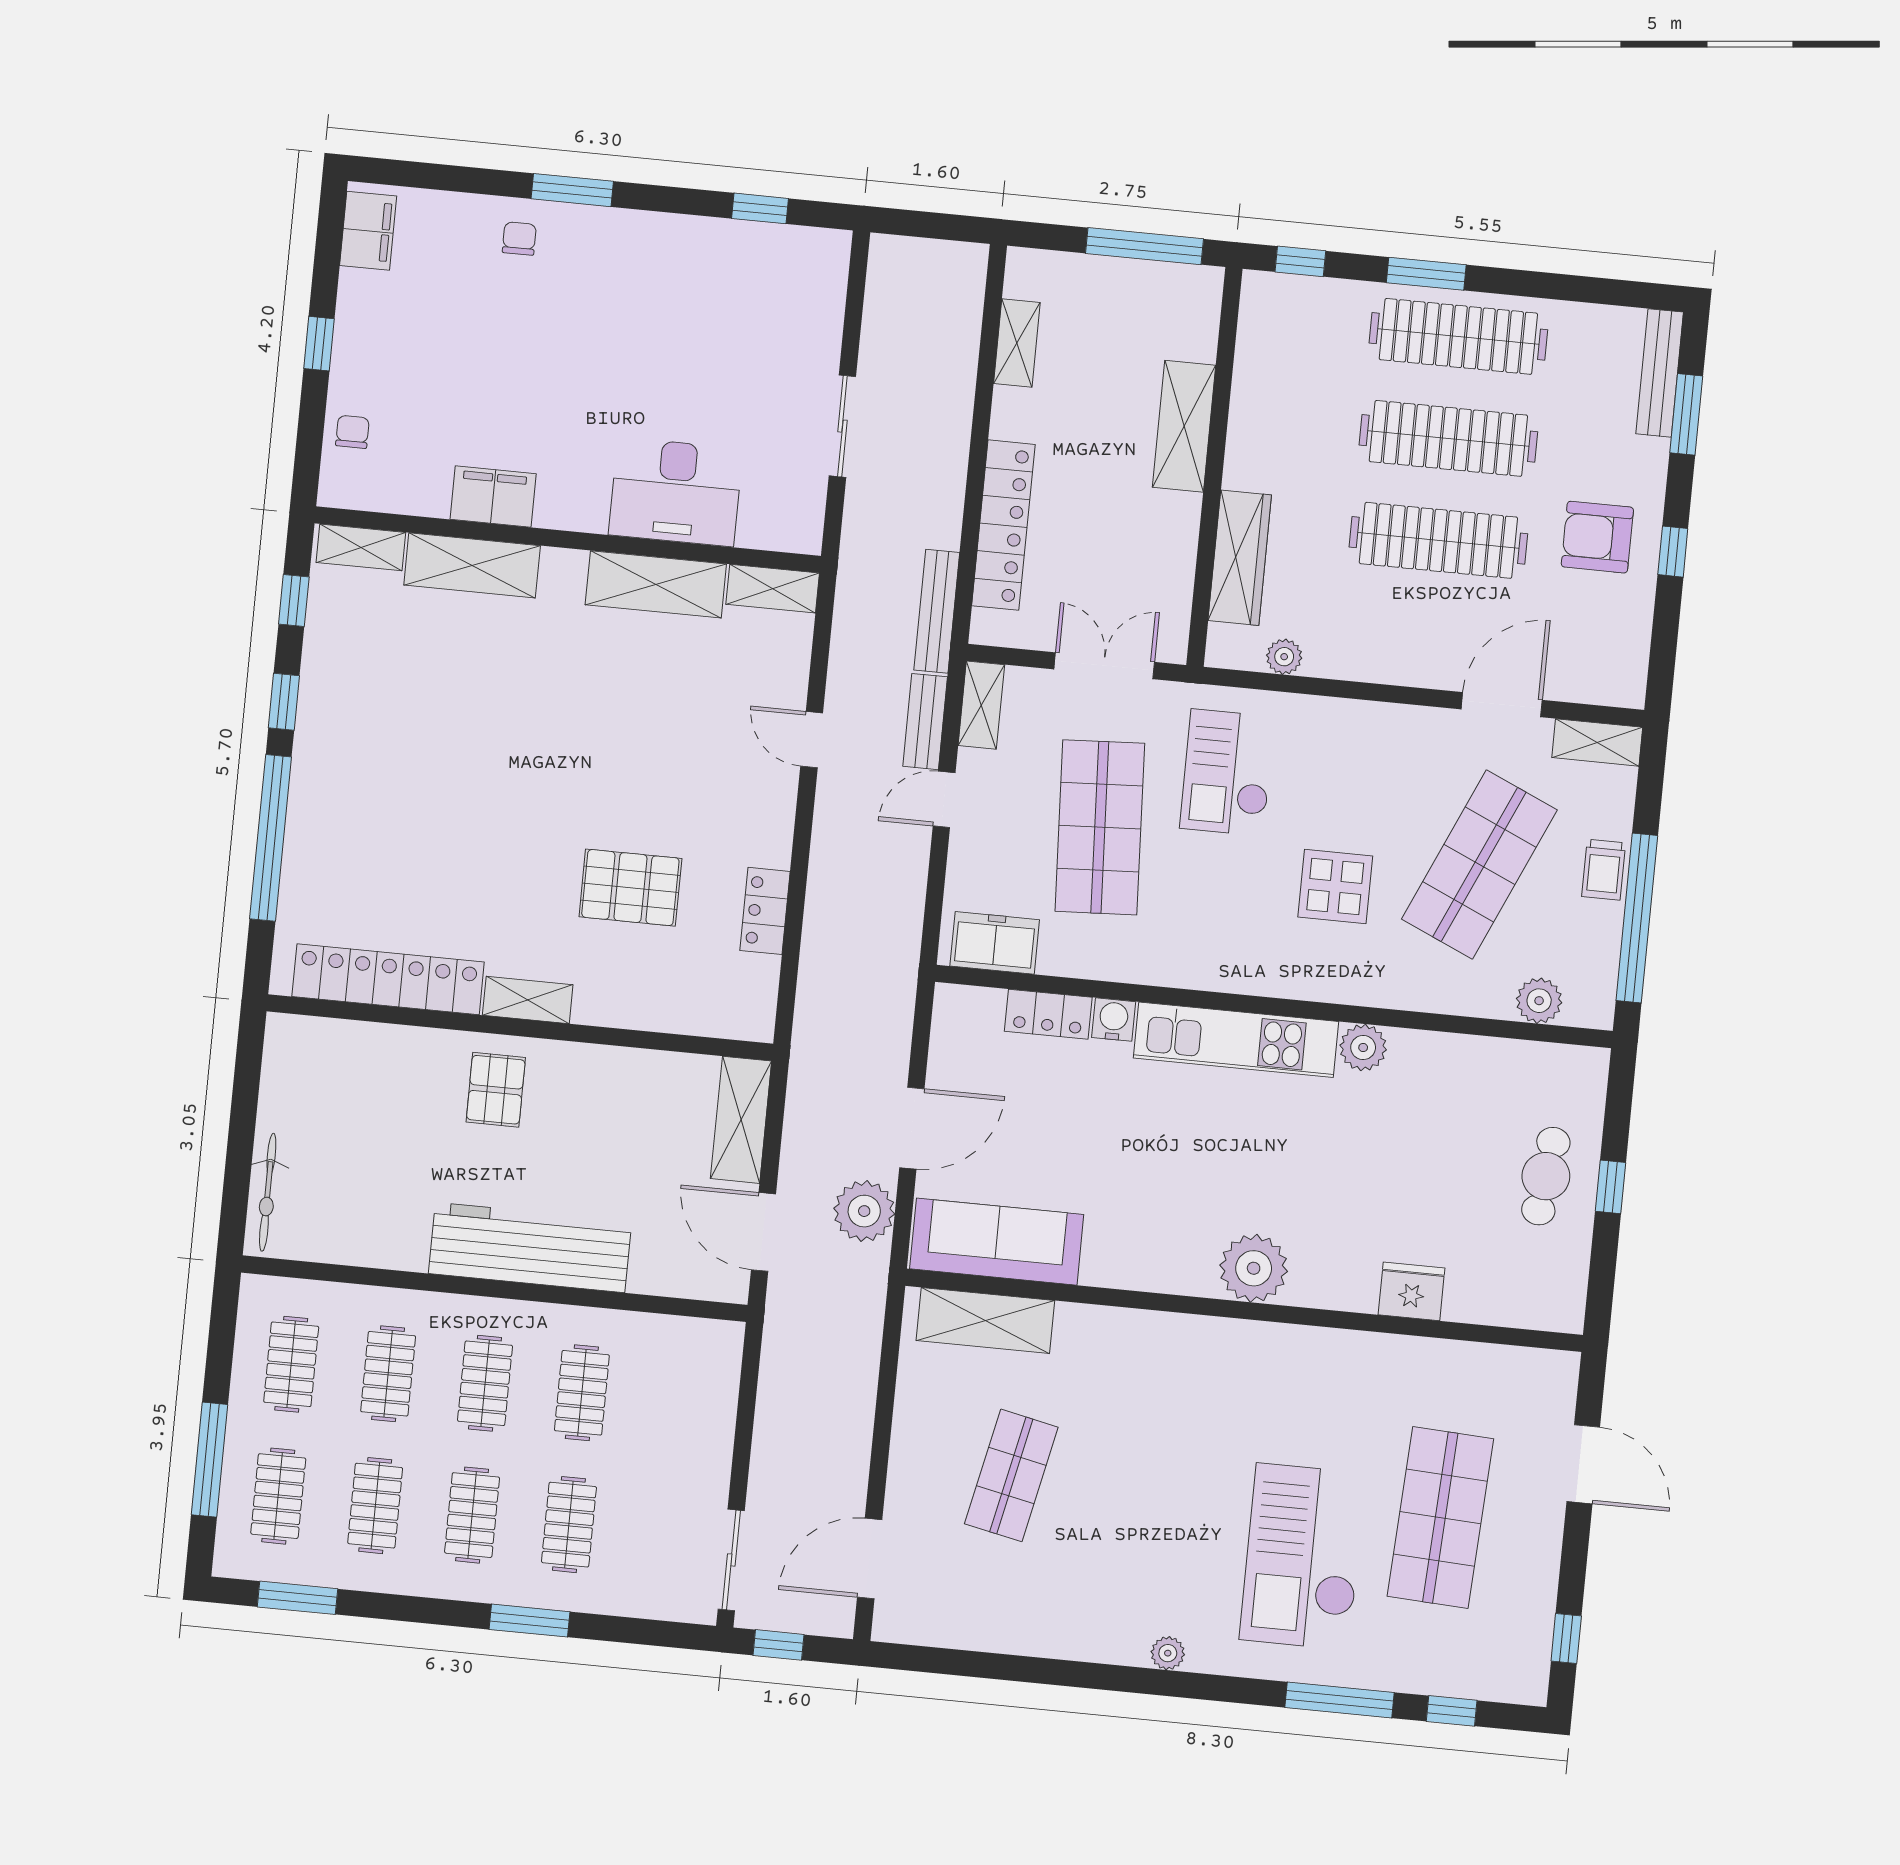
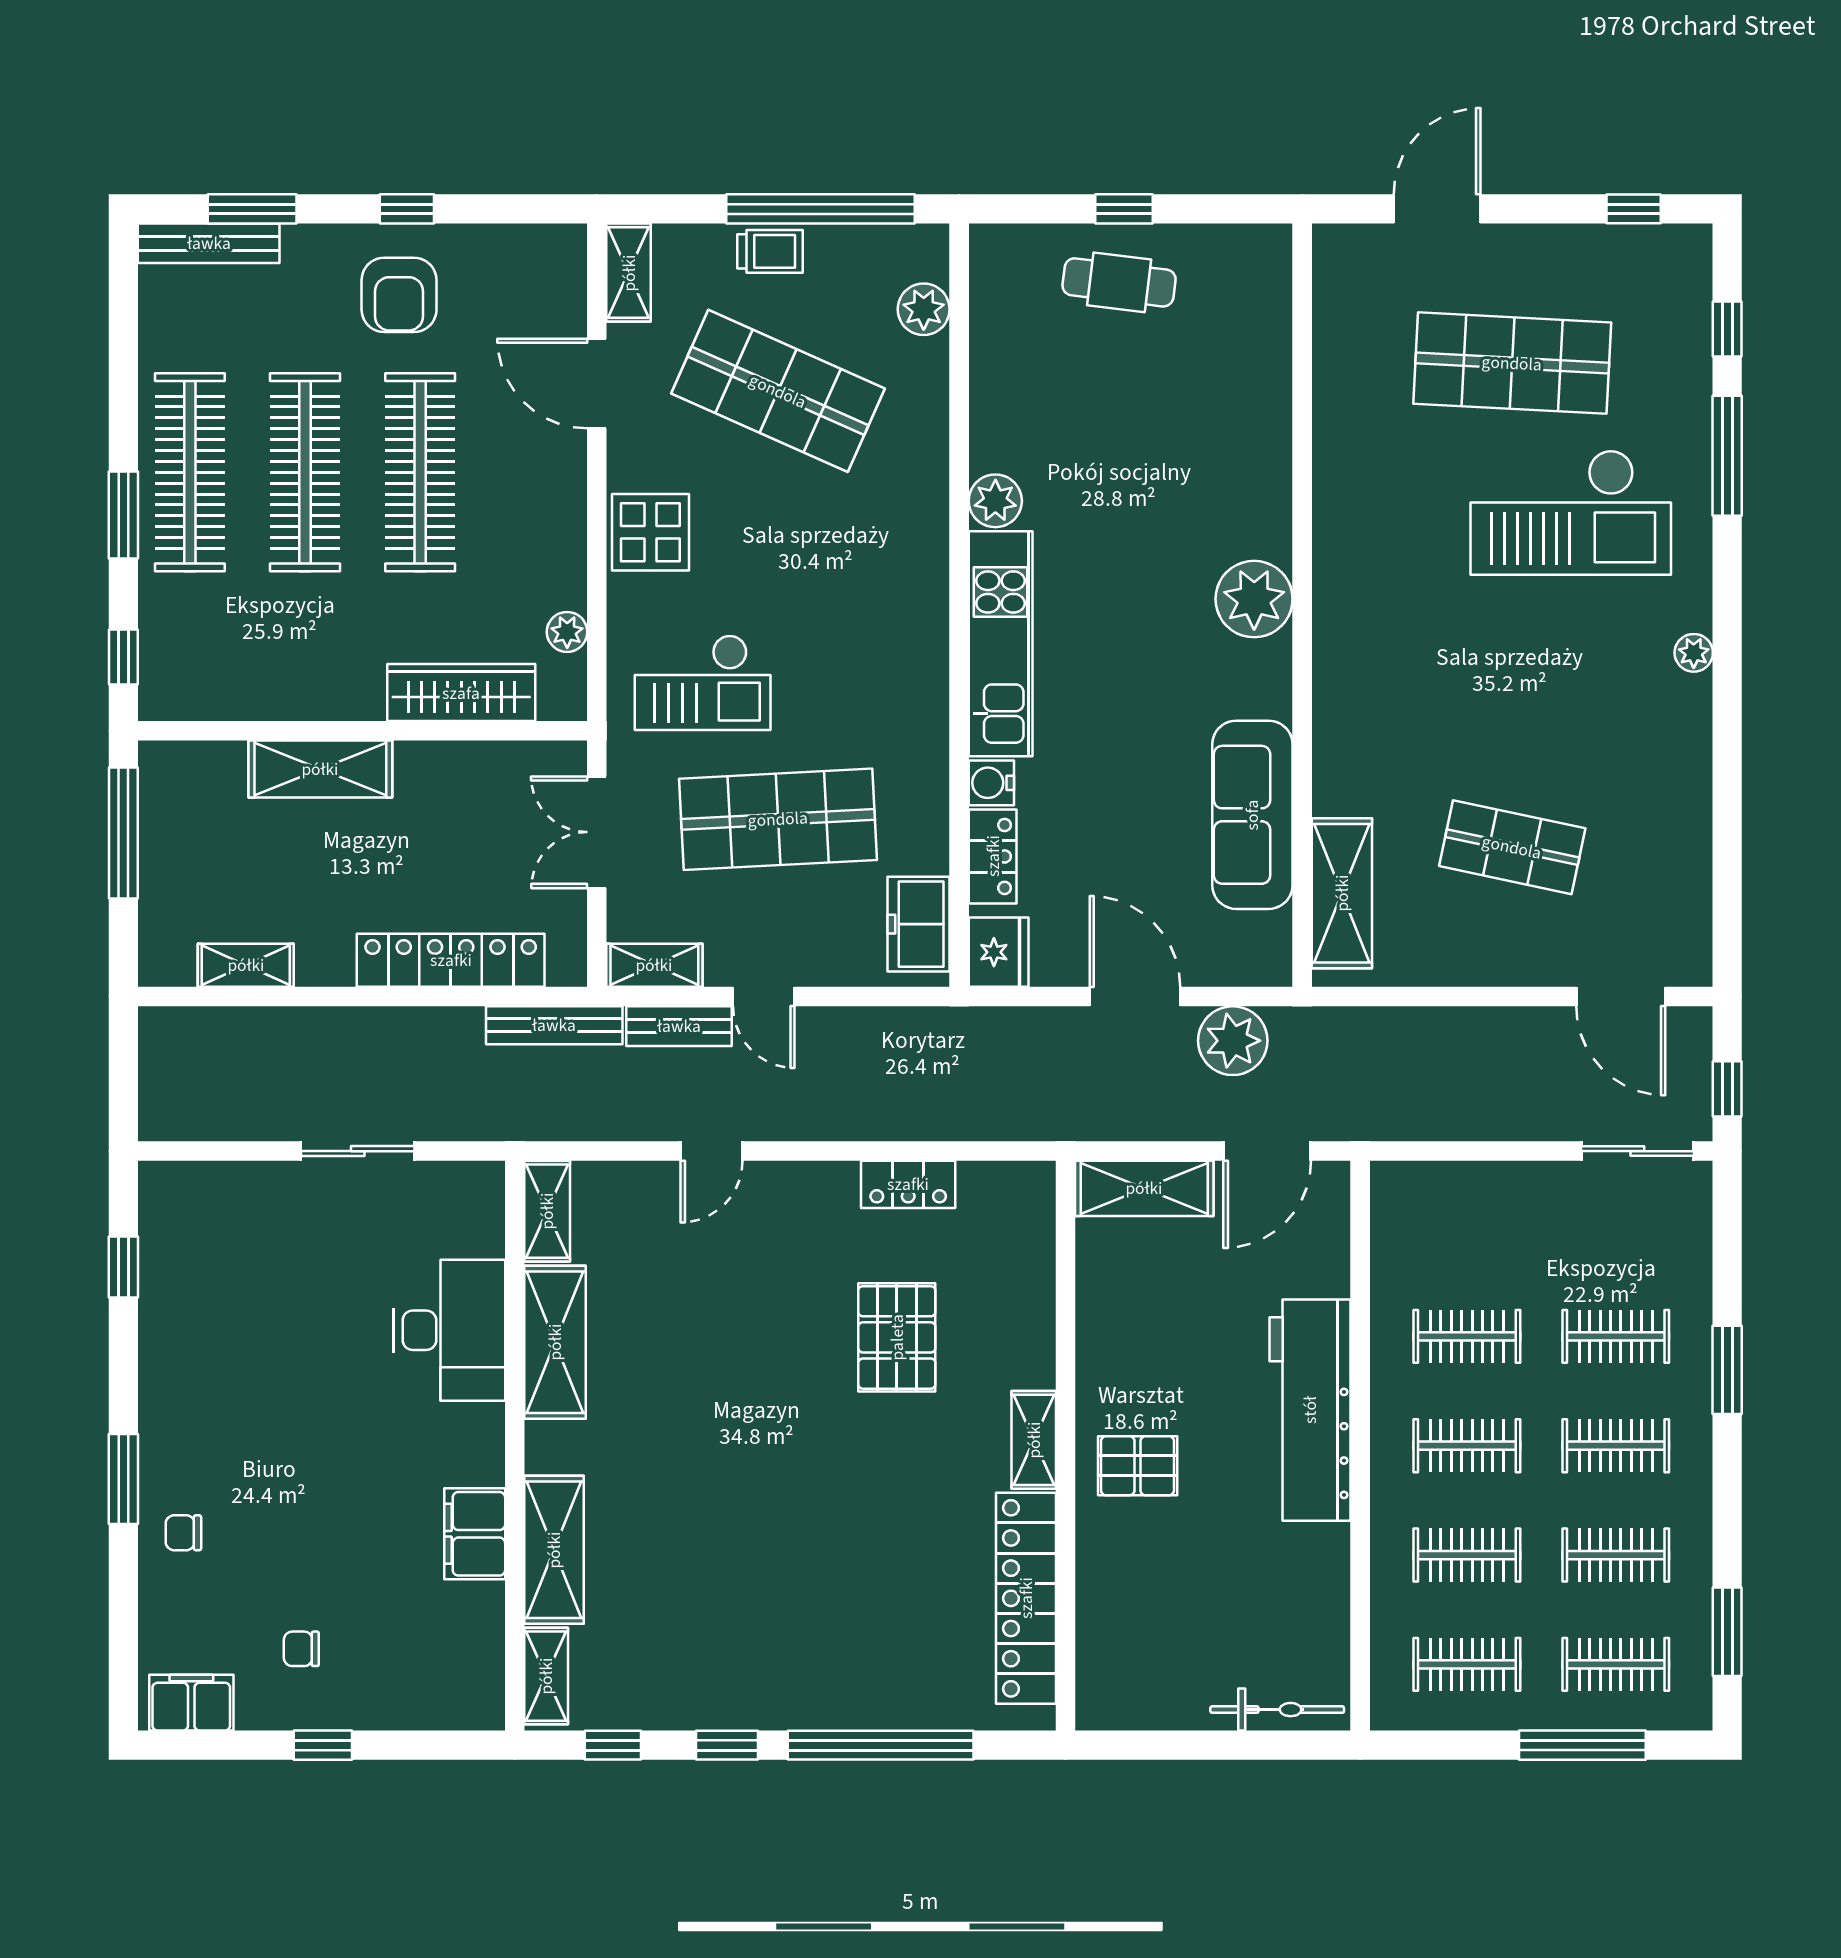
chair: (352, 432) -> (301, 1649), moved
display table: (1335, 886) -> (650, 532), moved
sofa: (997, 1242) -> (1252, 815), moved
fridge: (1411, 1291) -> (999, 952), moved, turned 180

